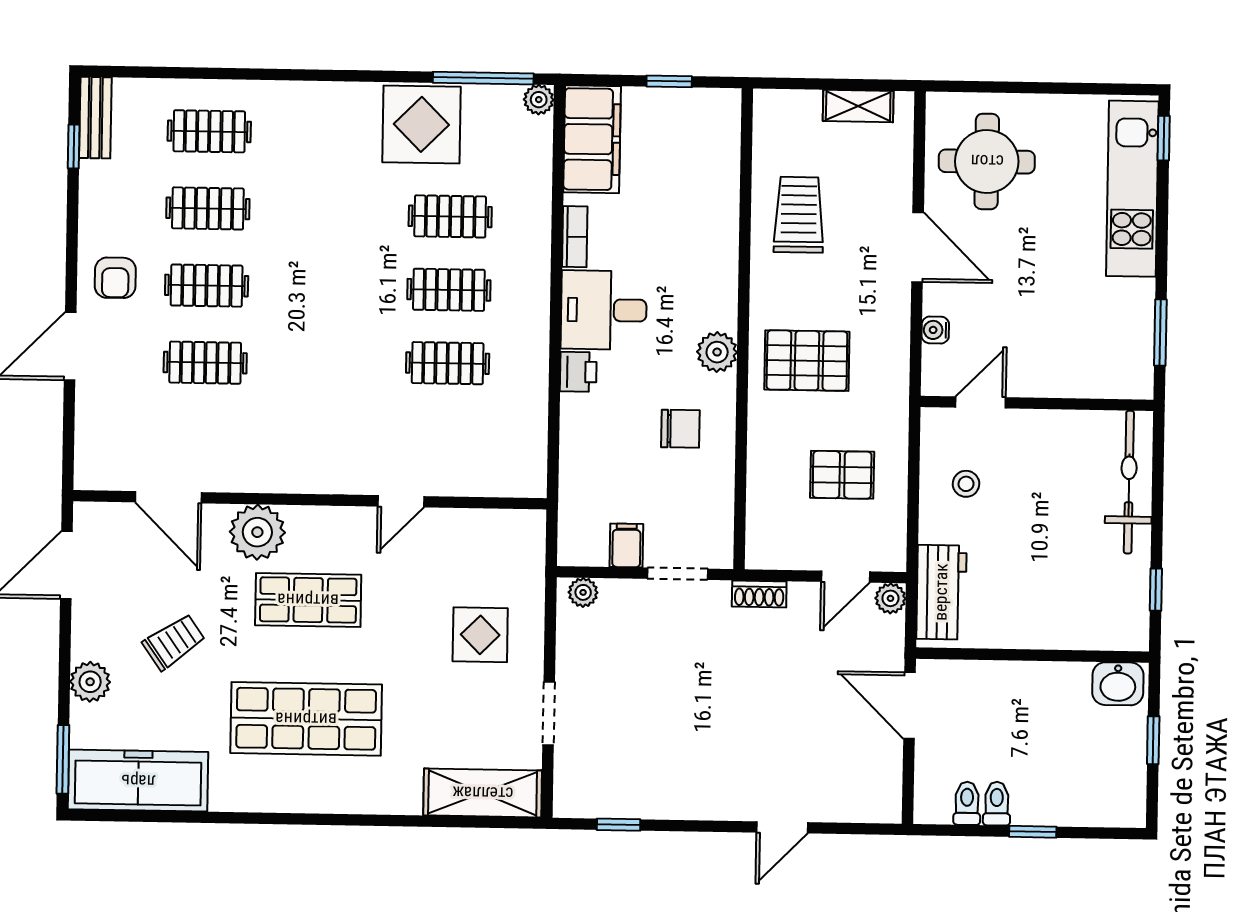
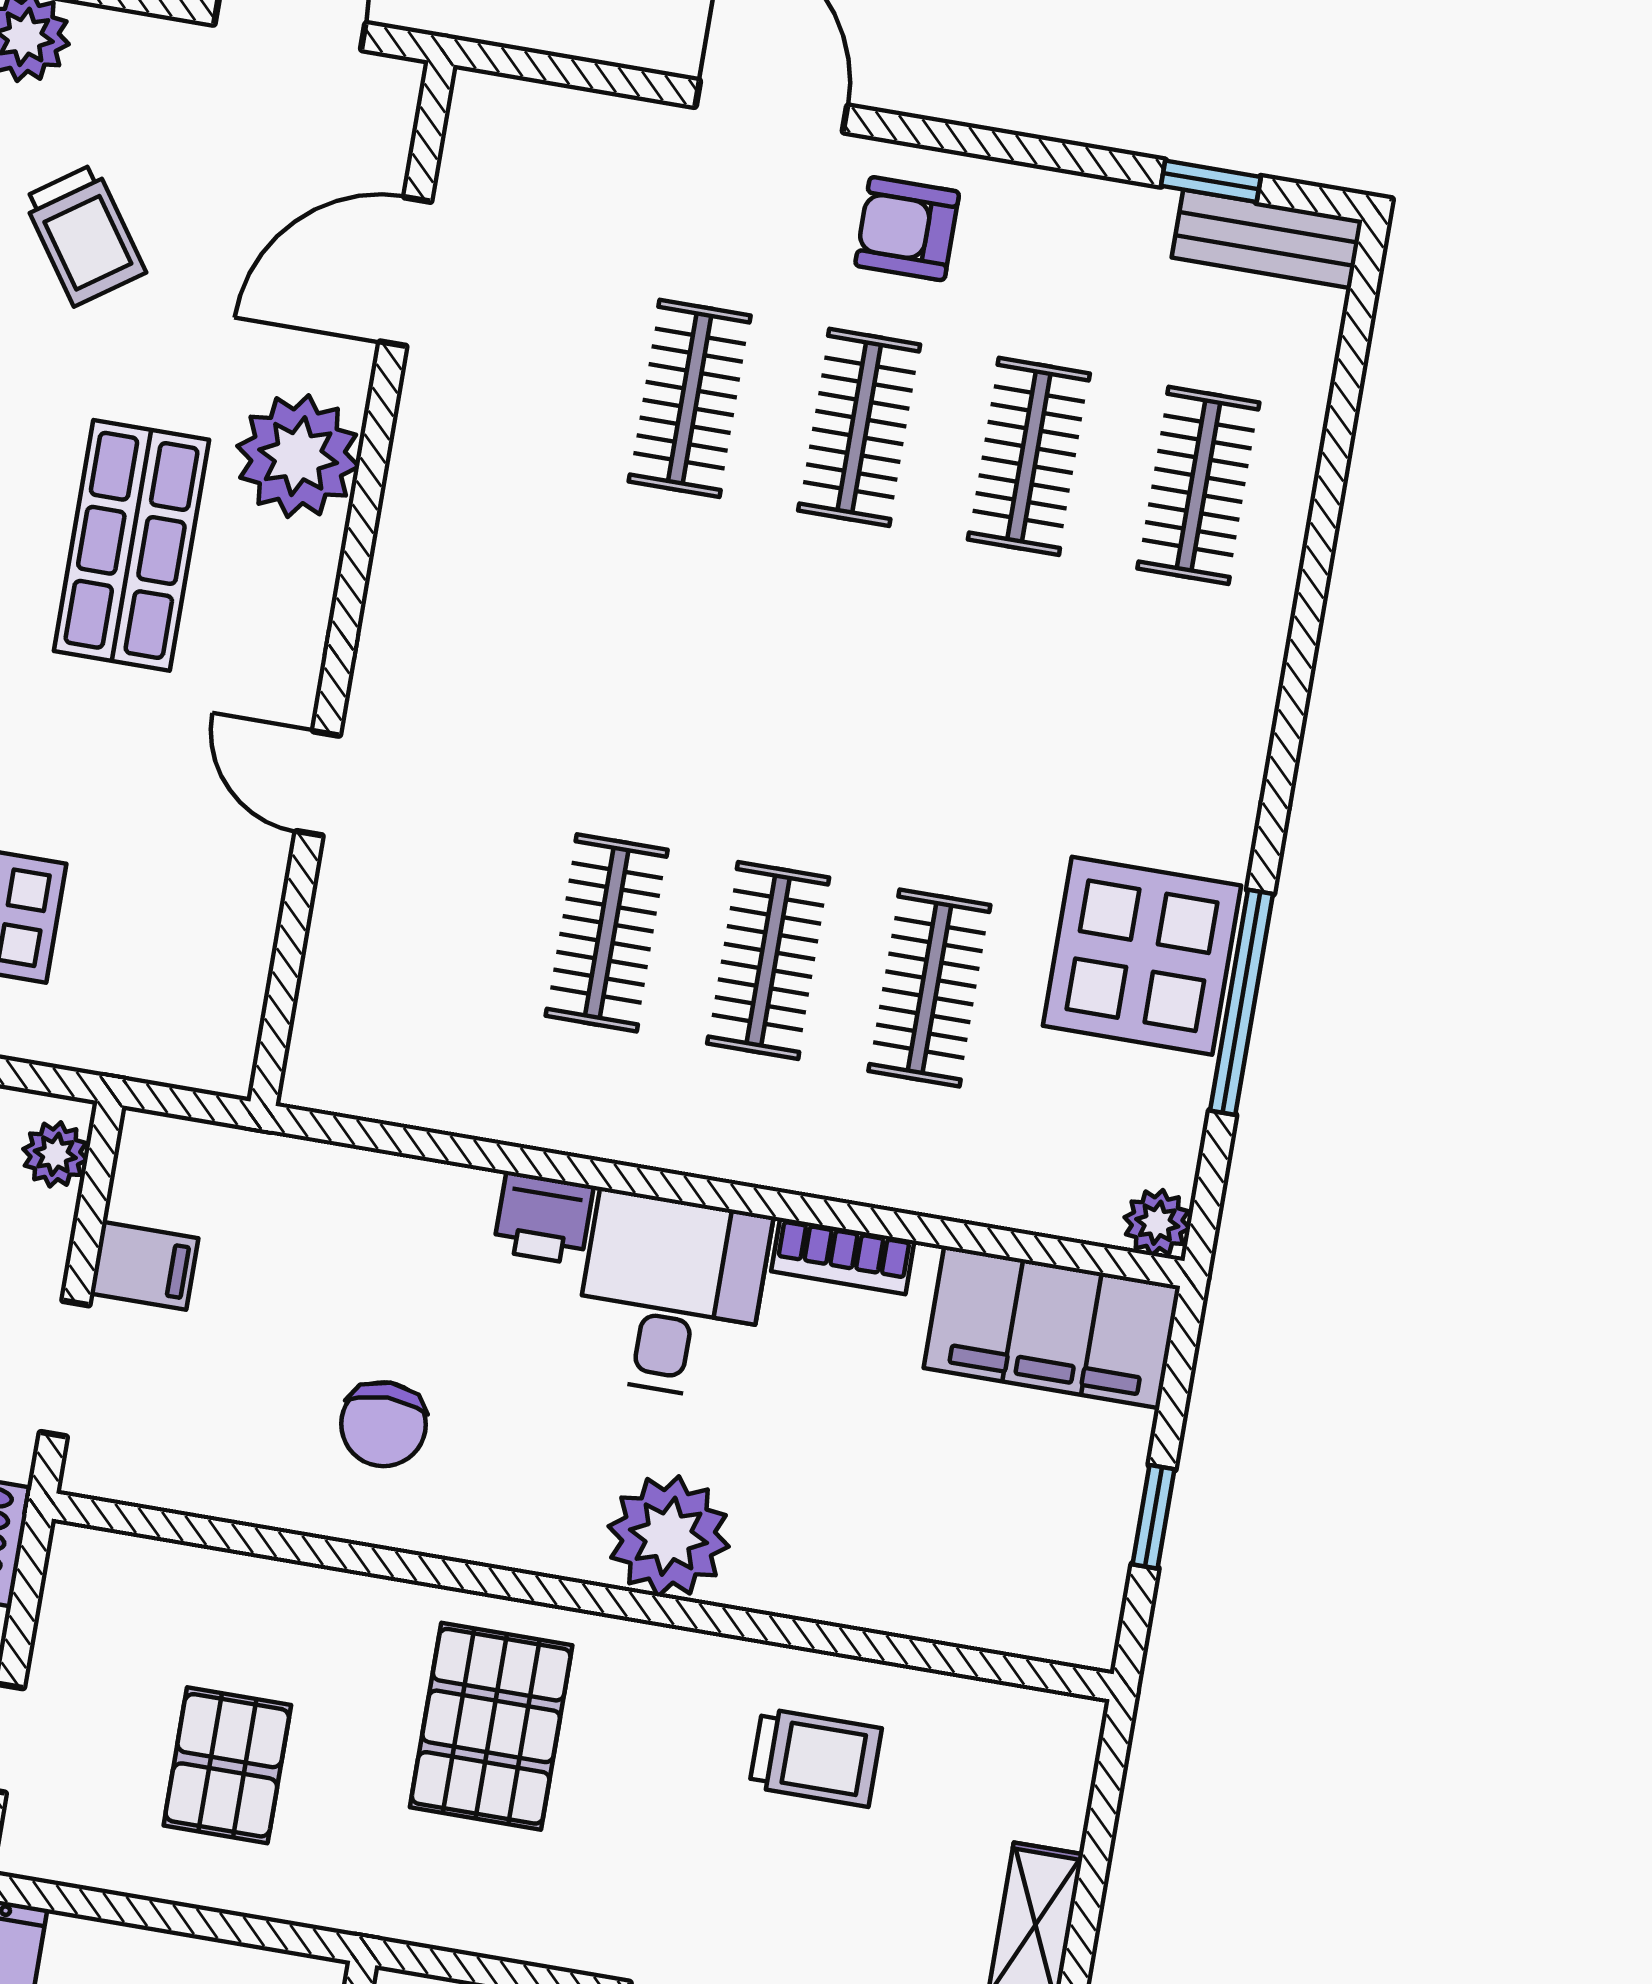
window: (483, 78) -> (1242, 1002), moved
trolley: (799, 215) -> (816, 1757), width x0.73, depth x0.72
plant: (717, 352) -> (669, 1536), moved, width x1.36, depth x1.36

